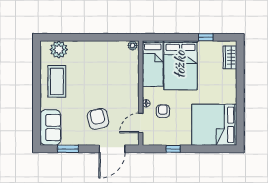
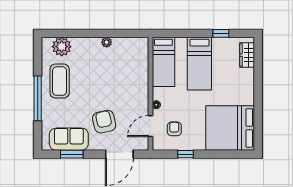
plant: (133, 46) -> (107, 42), moved
bed: (180, 65) -> (199, 64), width x0.67
window: (37, 97) -> (38, 98), added
armchair: (163, 111) -> (174, 129), moved
sofa: (50, 127) -> (69, 139), moved, turned -90

